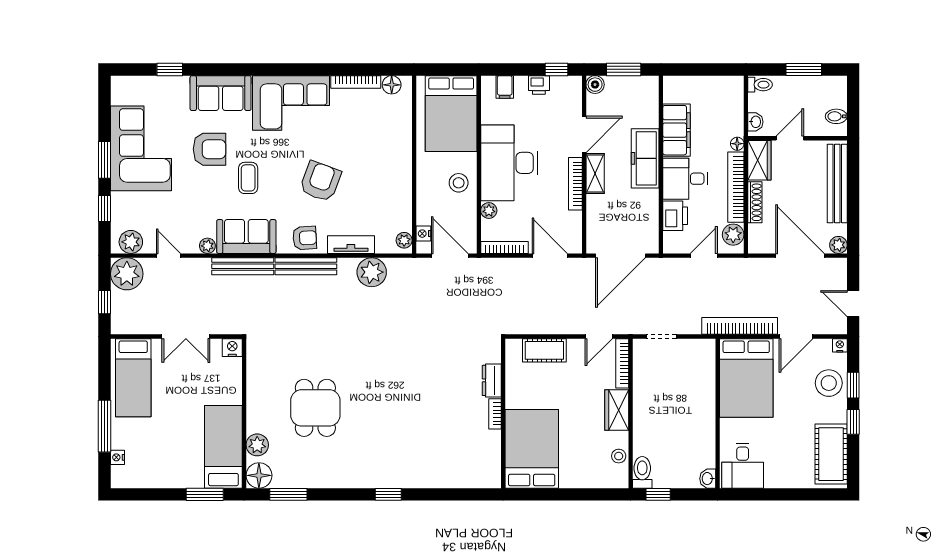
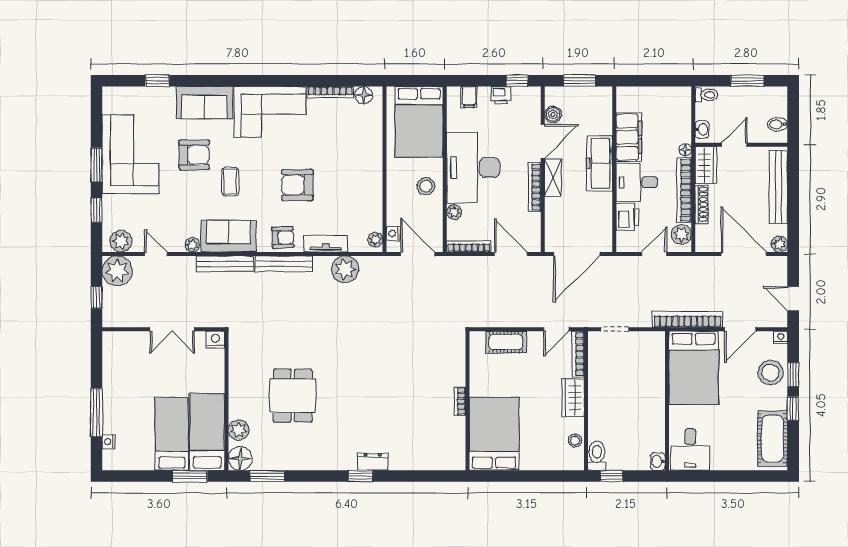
boiler: (595, 85) -> (553, 114), moved
armchair: (320, 181) -> (297, 185), turned -110
bed: (133, 378) -> (172, 434), moved, turned 180
dresser: (492, 380) -> (373, 462), moved, turned 90

